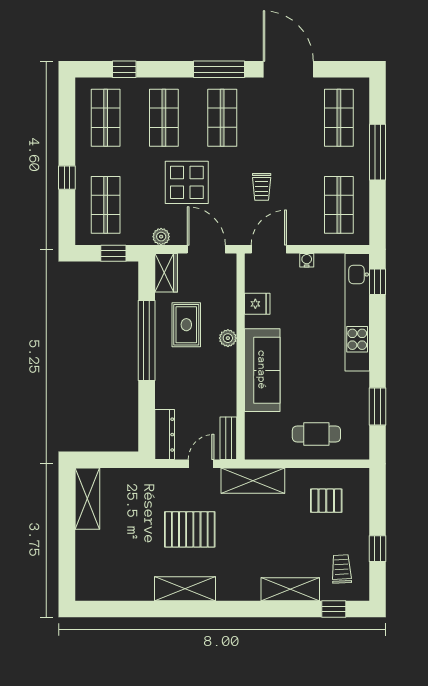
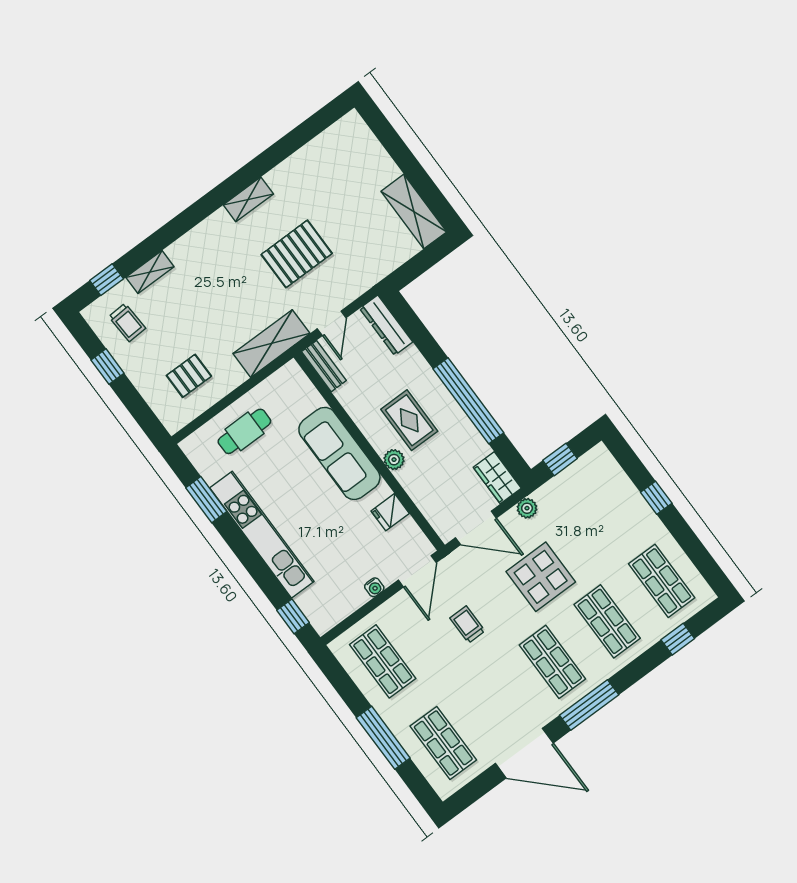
shop shelf: (106, 205) -> (601, 499), removed
kitchen unit: (357, 312) -> (262, 535), moved
rug: (186, 325) -> (409, 420), moved
shelving: (185, 589) -> (248, 199), width x0.67, depth x0.75
shelving: (290, 589) -> (150, 272), width x0.67, depth x0.75

